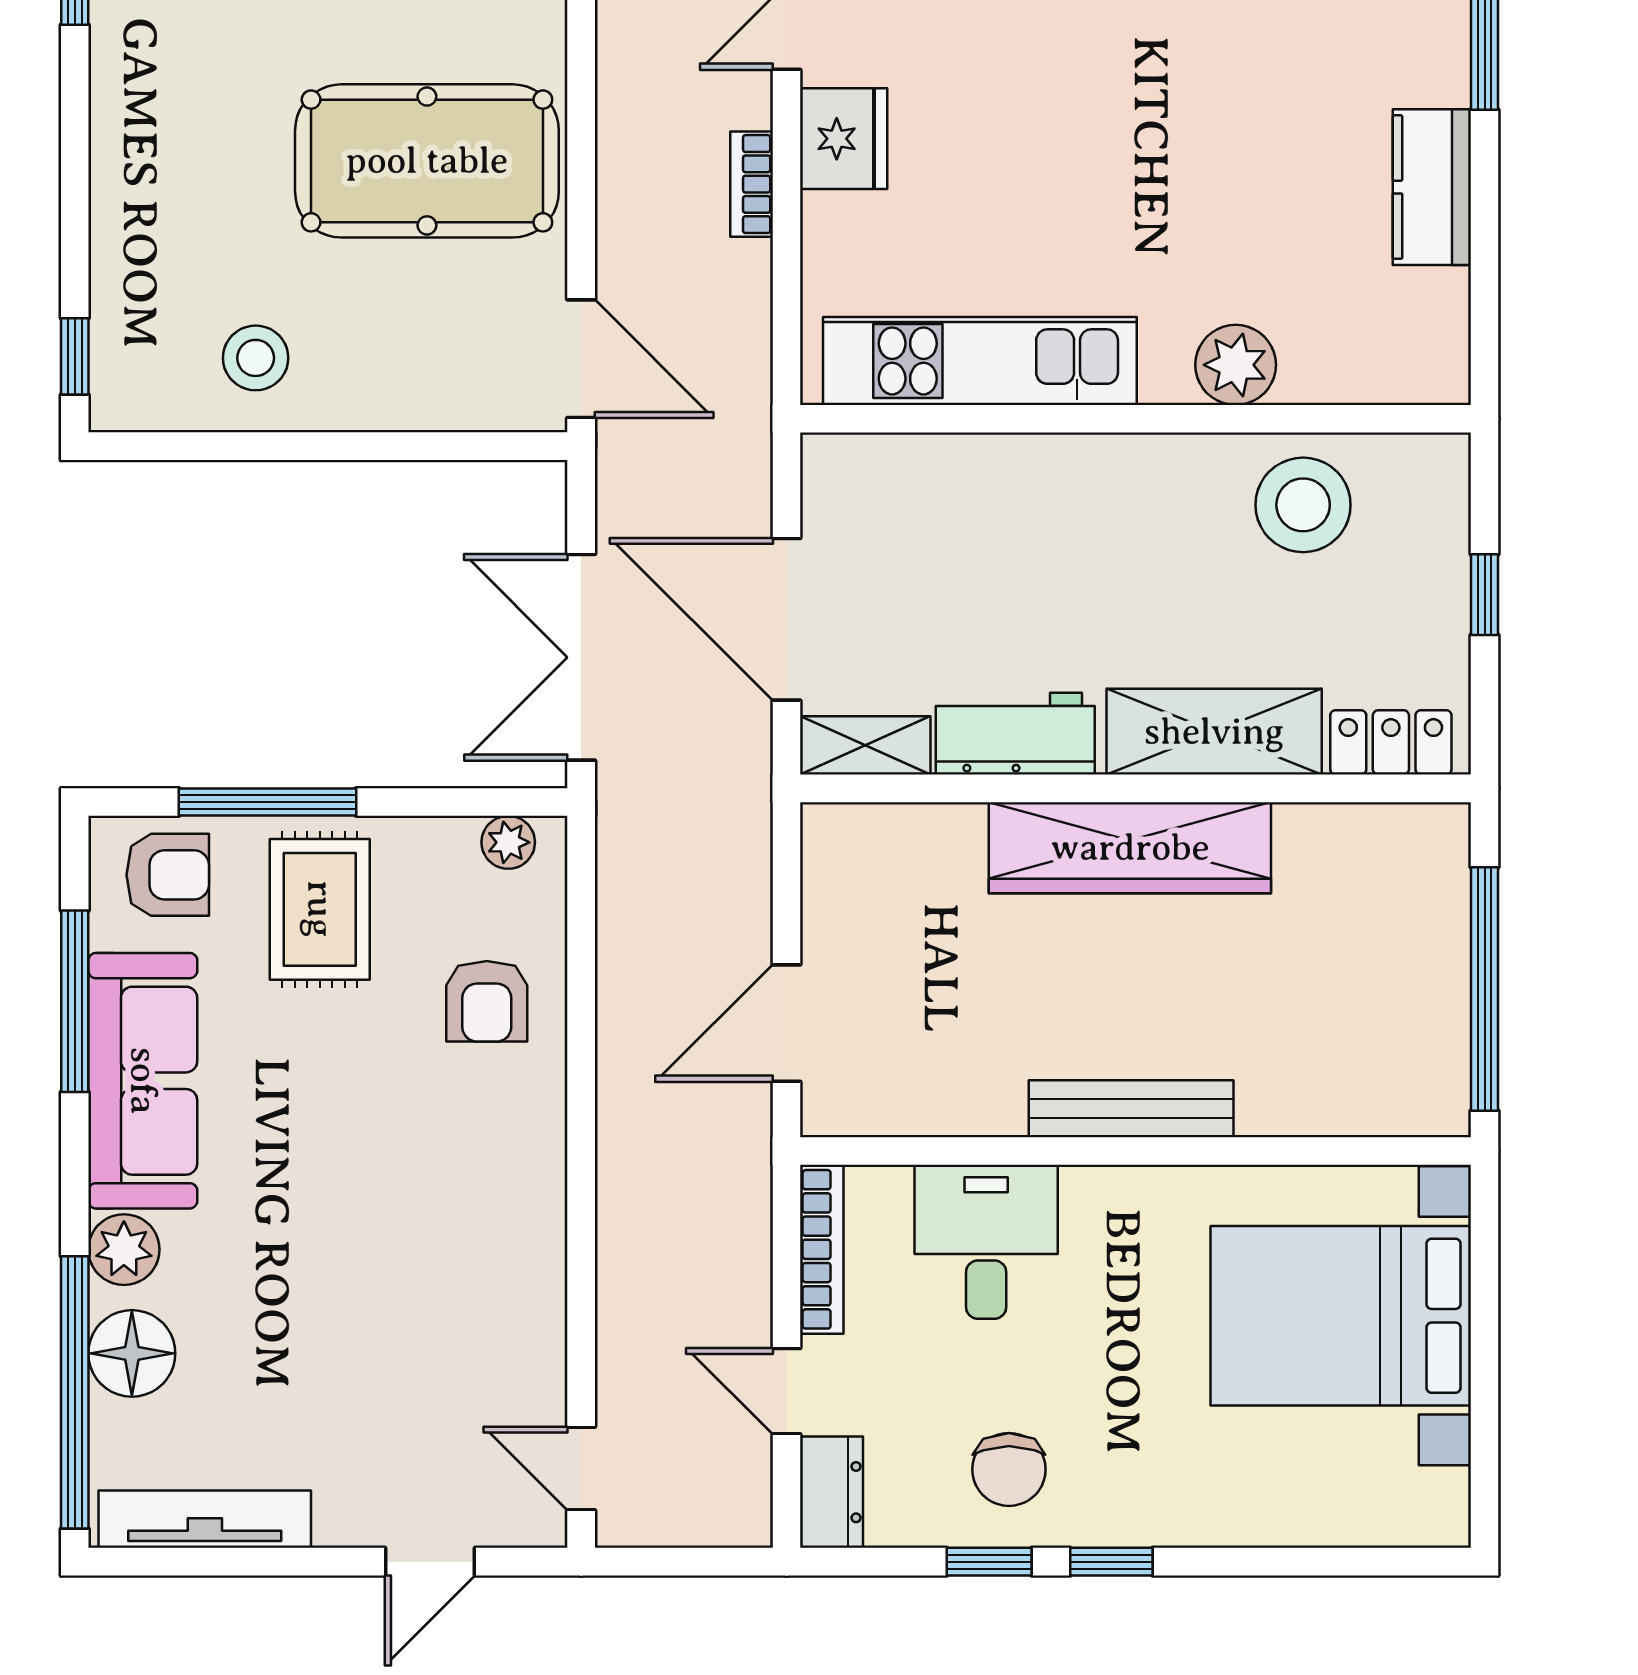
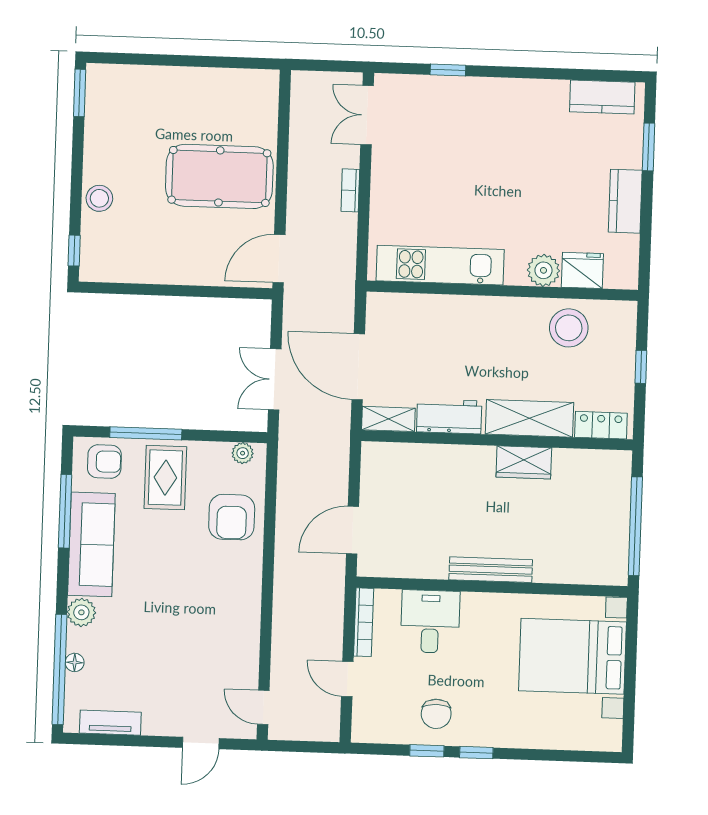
fridge: (844, 139) -> (582, 270), moved, turned -90
stool: (256, 358) -> (99, 198), moved
door: (581, 359) -> (279, 259), swing flipped
double door: (581, 657) -> (275, 379), width x0.73
wardrobe: (1130, 848) -> (524, 462), width x0.48, depth x0.85
armchair: (487, 1001) -> (232, 517), width x1.38, depth x1.38
floor lamp: (132, 1353) -> (75, 662), width x0.53, depth x0.53
dresser: (832, 1492) -> (364, 720), removed
tv unit: (205, 1519) -> (110, 723), width x0.71

